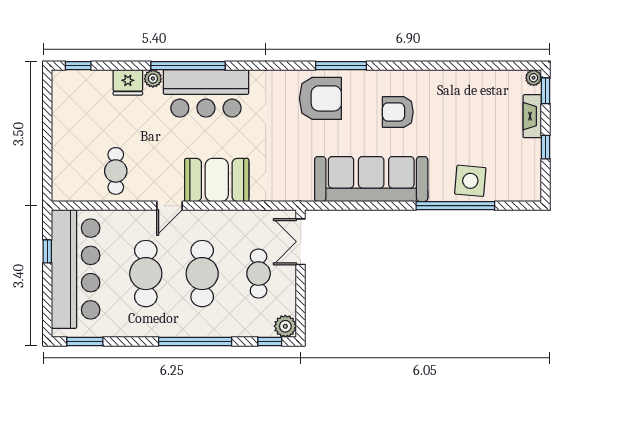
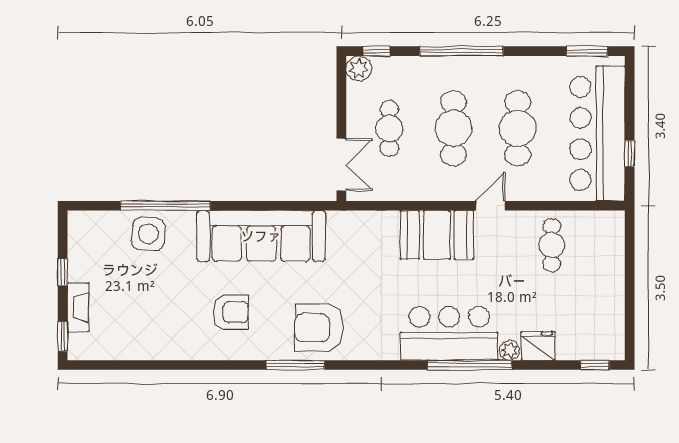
plant: (533, 78) -> (76, 351), removed

